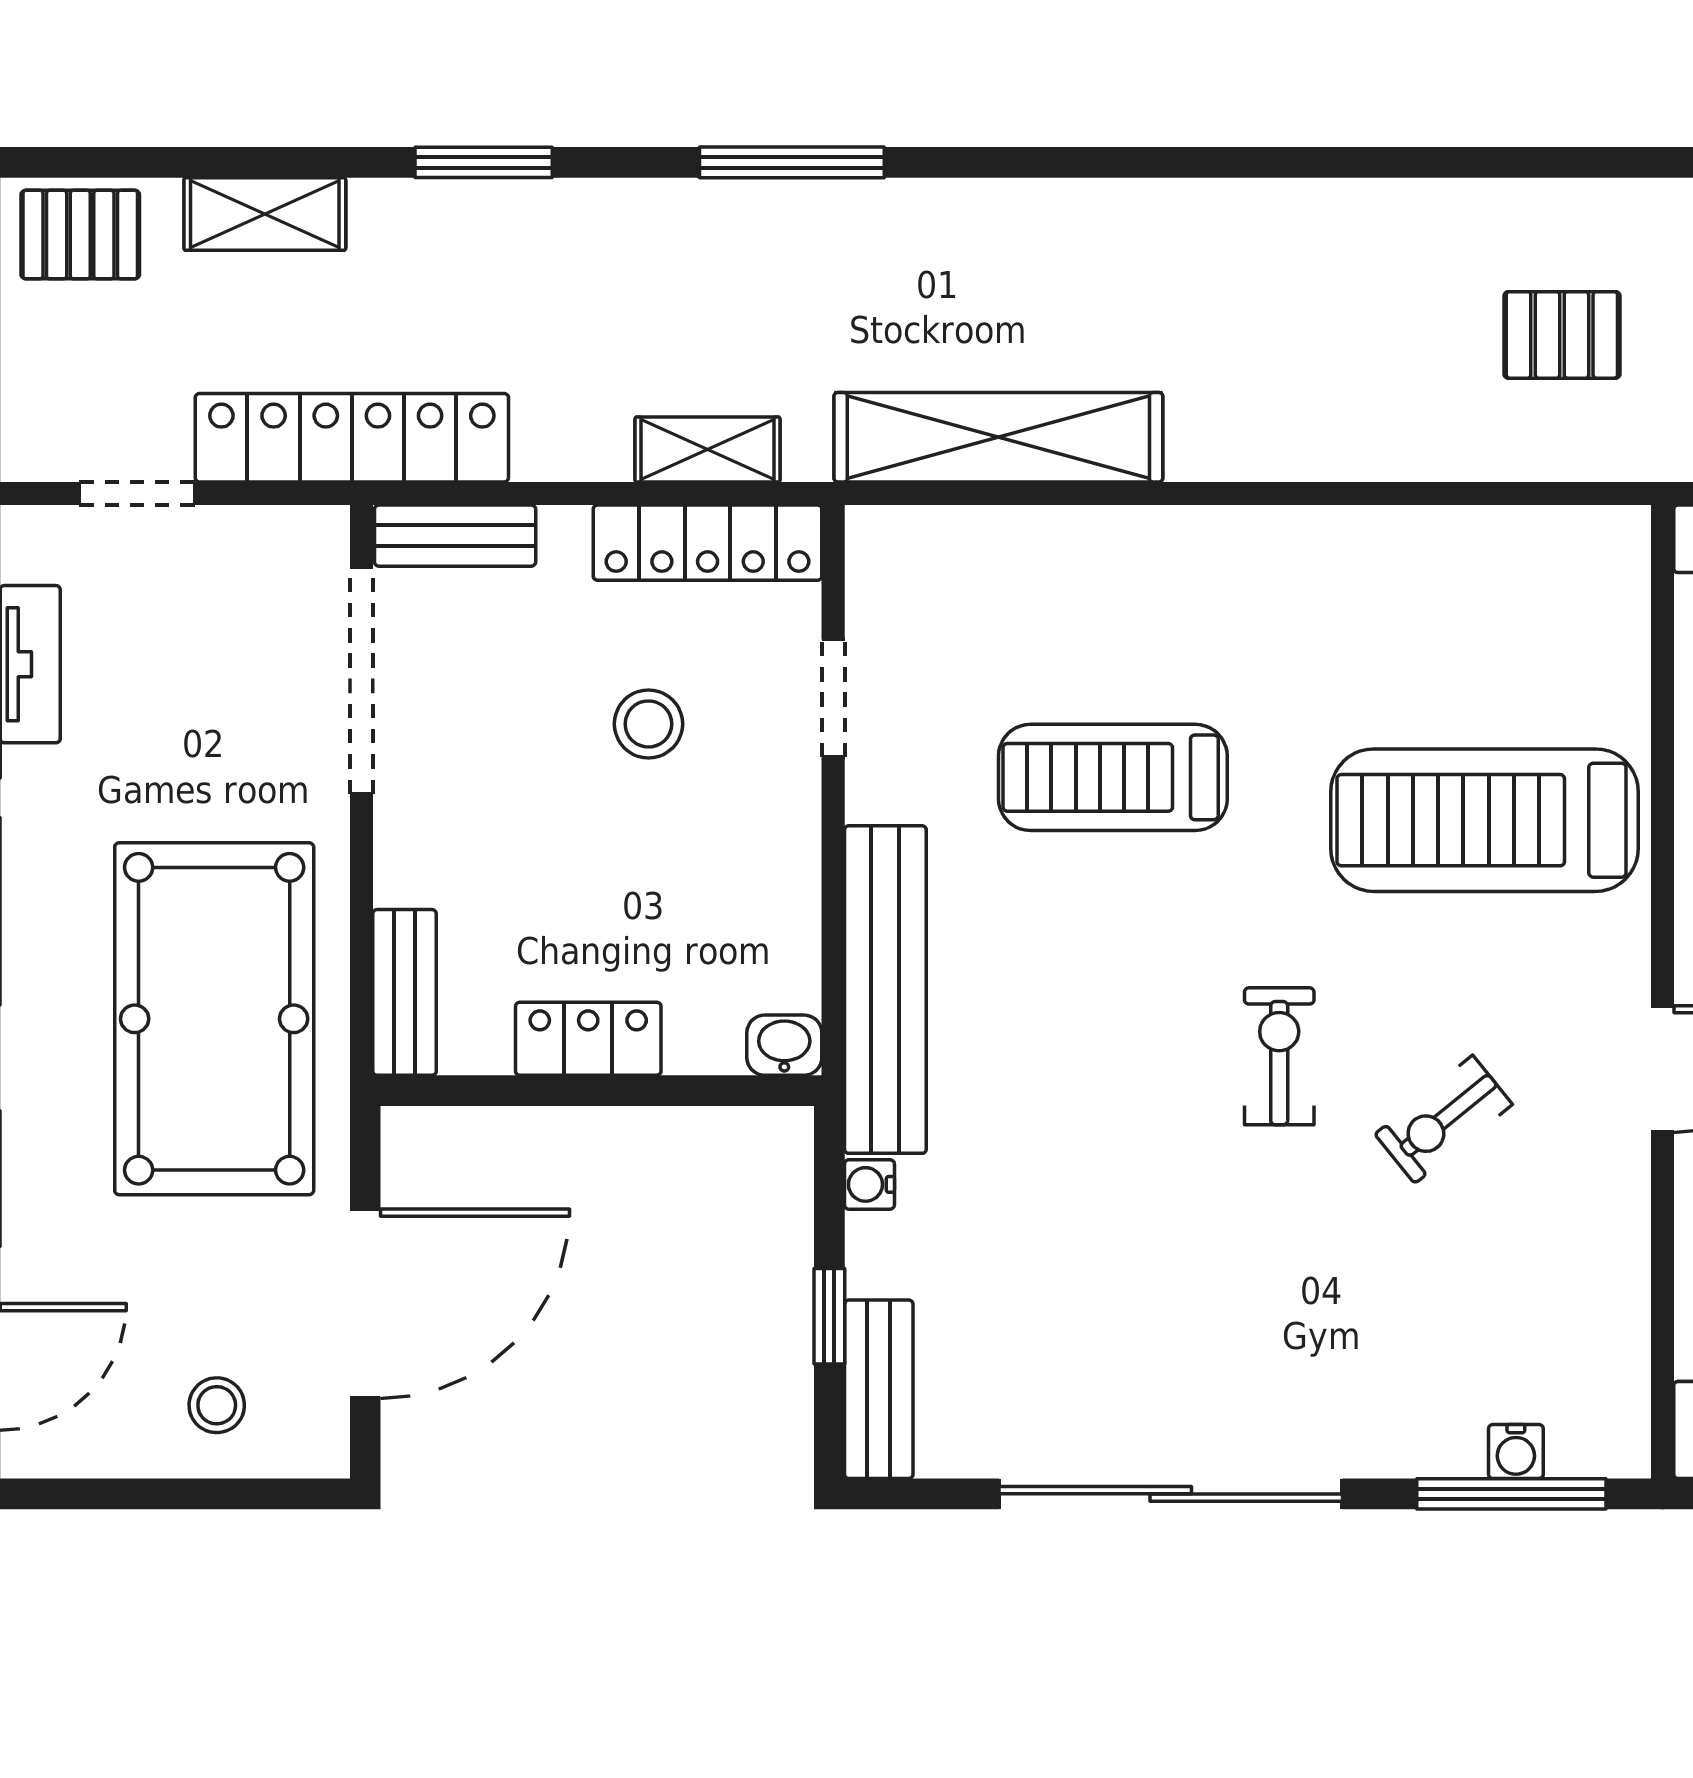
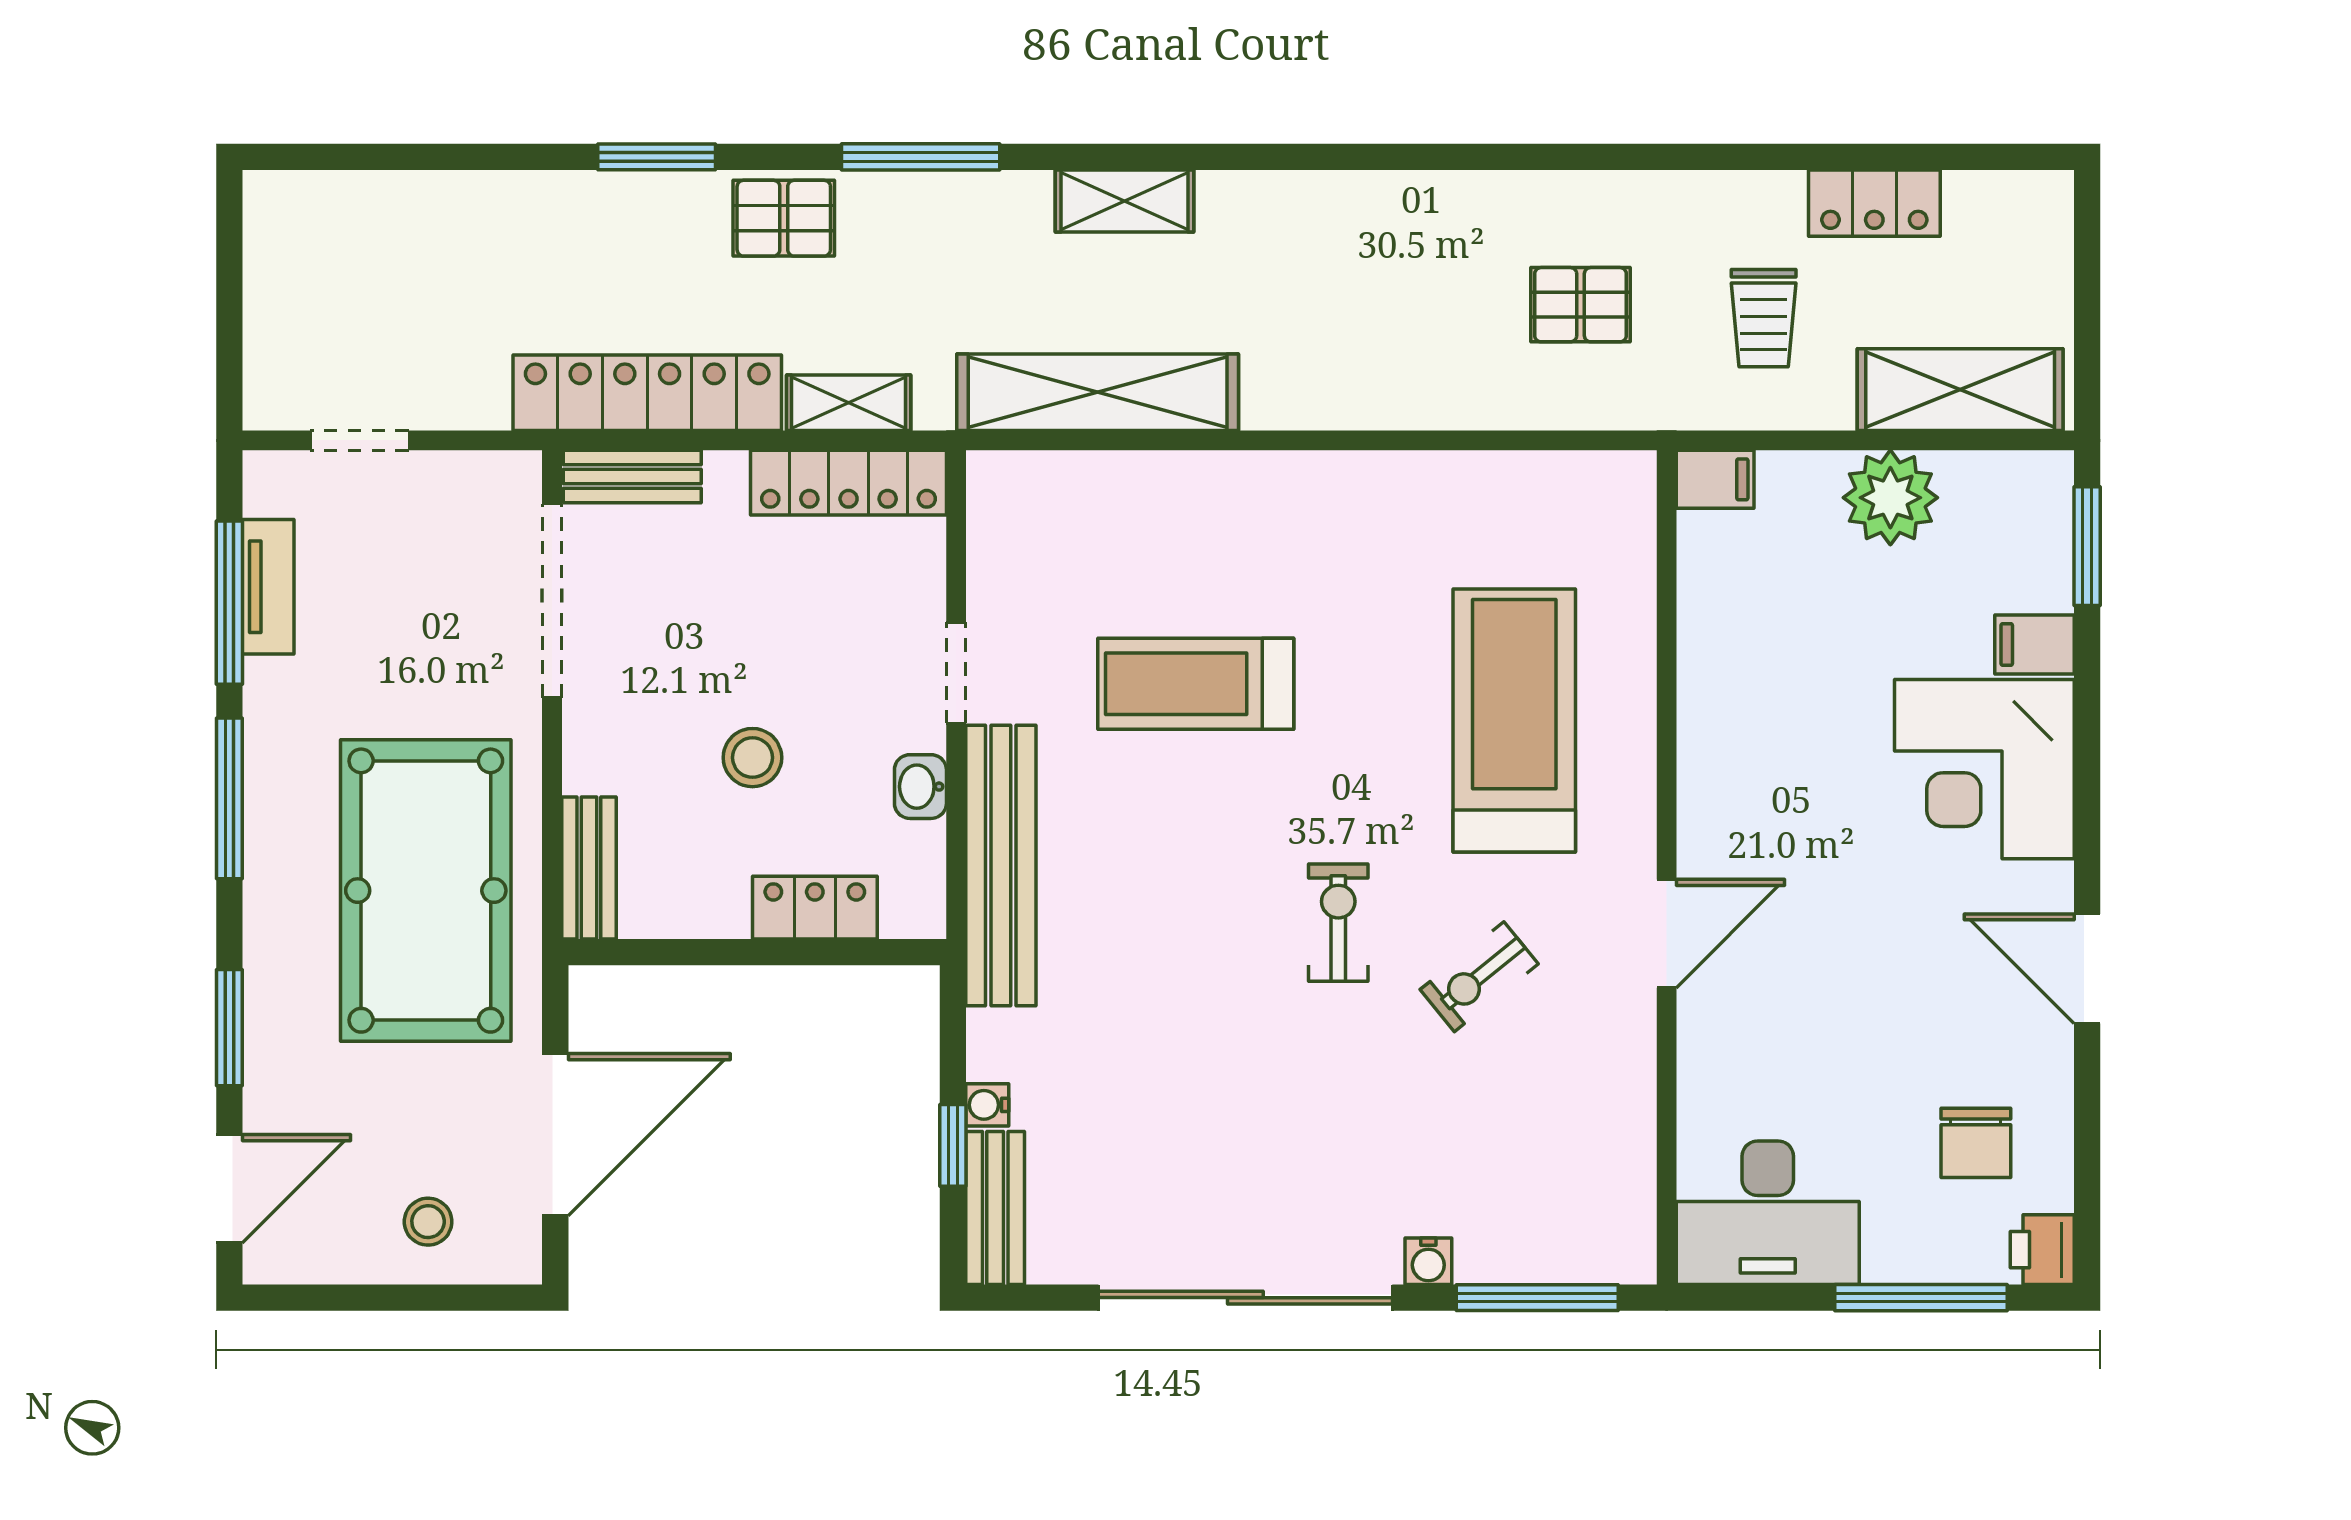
shelving: (265, 214) -> (1125, 201), moved
pallet: (80, 235) -> (784, 218), moved
locker: (352, 438) -> (647, 393), moved
doorway: (833, 698) -> (956, 673), moved
stool: (648, 724) -> (752, 758), moved
treadmill: (1485, 820) -> (1514, 720), turned 90
locker: (588, 1039) -> (815, 908), moved
washbasin: (784, 1045) -> (920, 787), moved, turned -90
water cooler: (869, 1184) -> (987, 1105), moved
water cooler: (1516, 1451) -> (1428, 1261), moved

